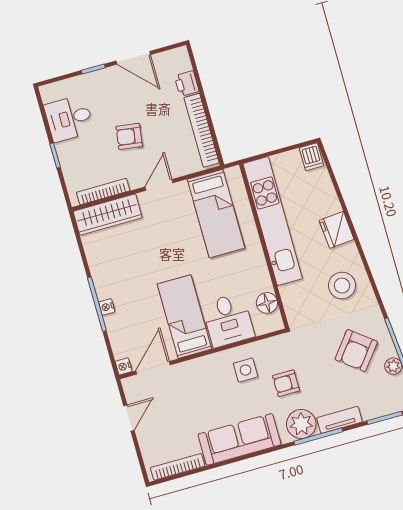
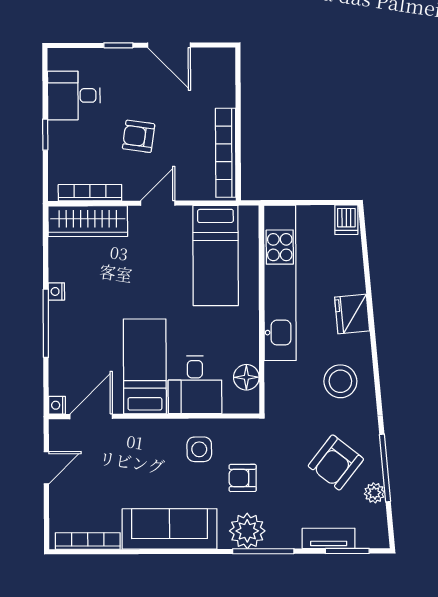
printer: (187, 84) -> (223, 93), removed
nightstand: (107, 307) -> (56, 291), moved
tv unit: (339, 420) -> (329, 538), moved

